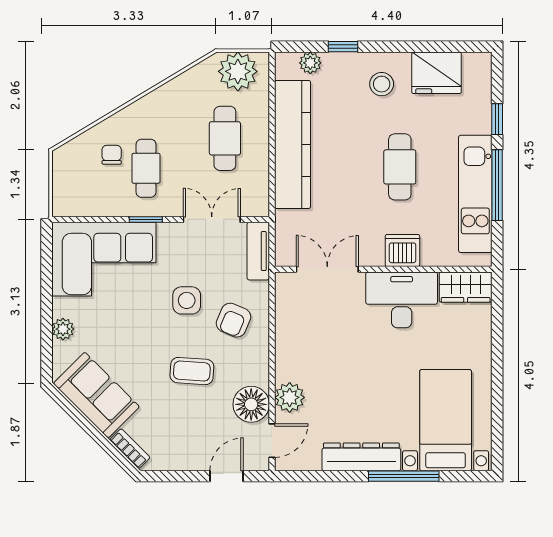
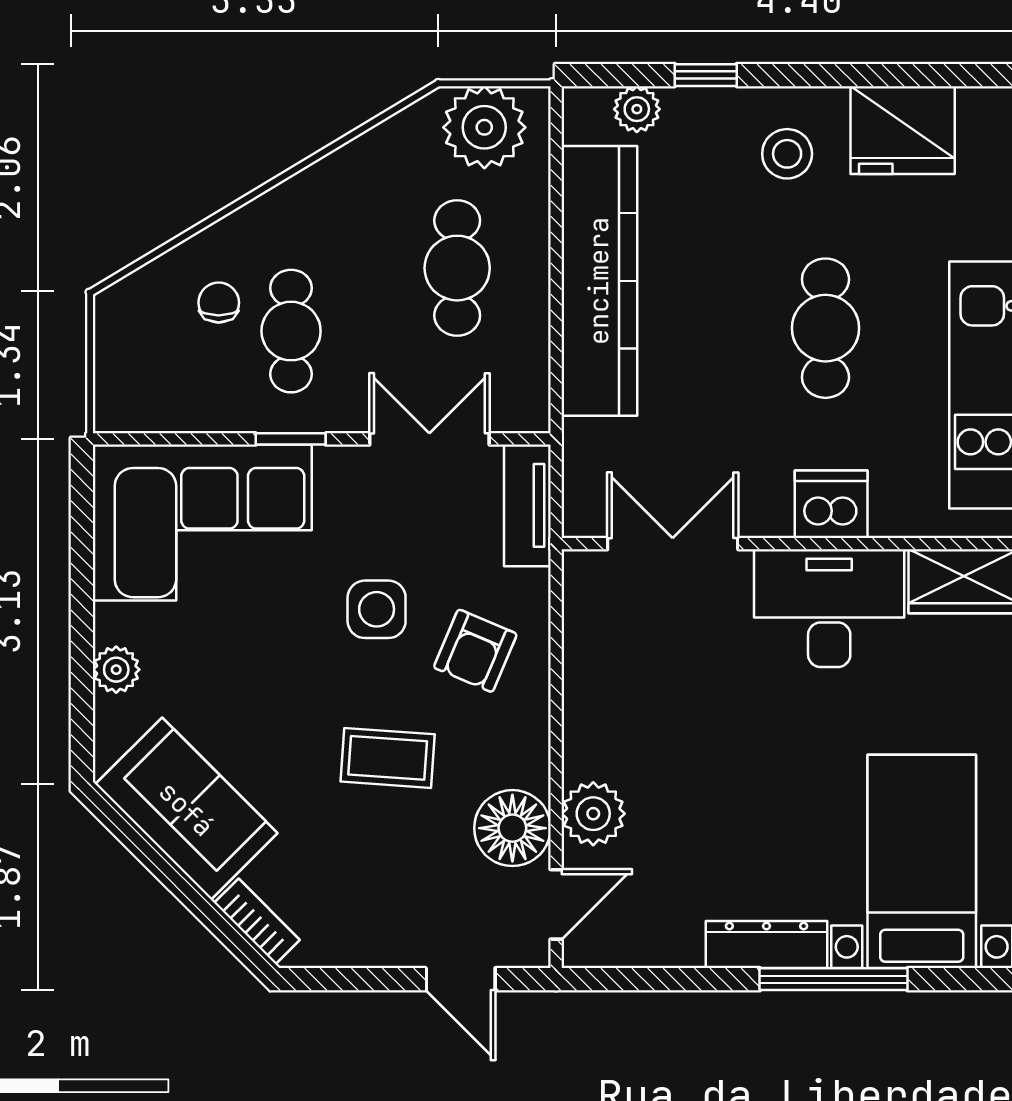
dresser: (361, 457) -> (767, 945), width x0.73, depth x0.80
door: (227, 476) -> (461, 979), swing flipped

